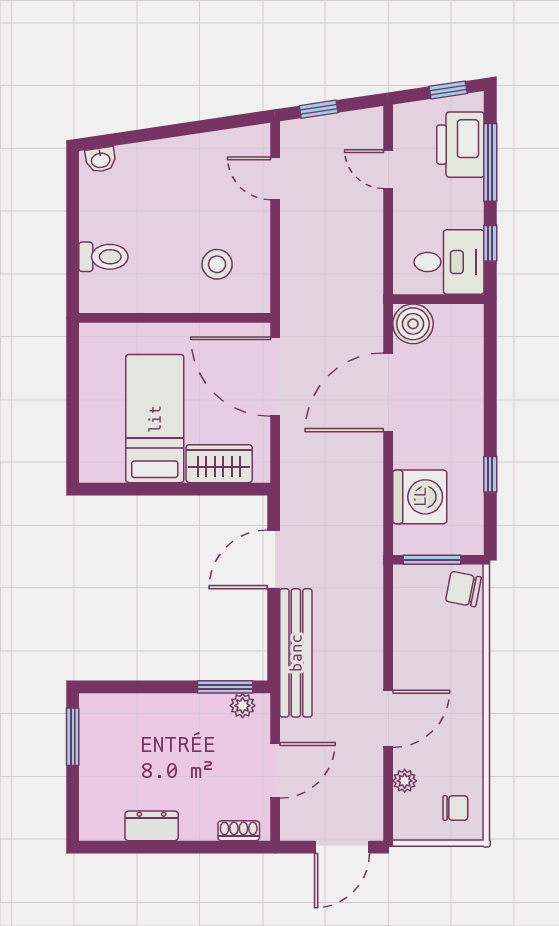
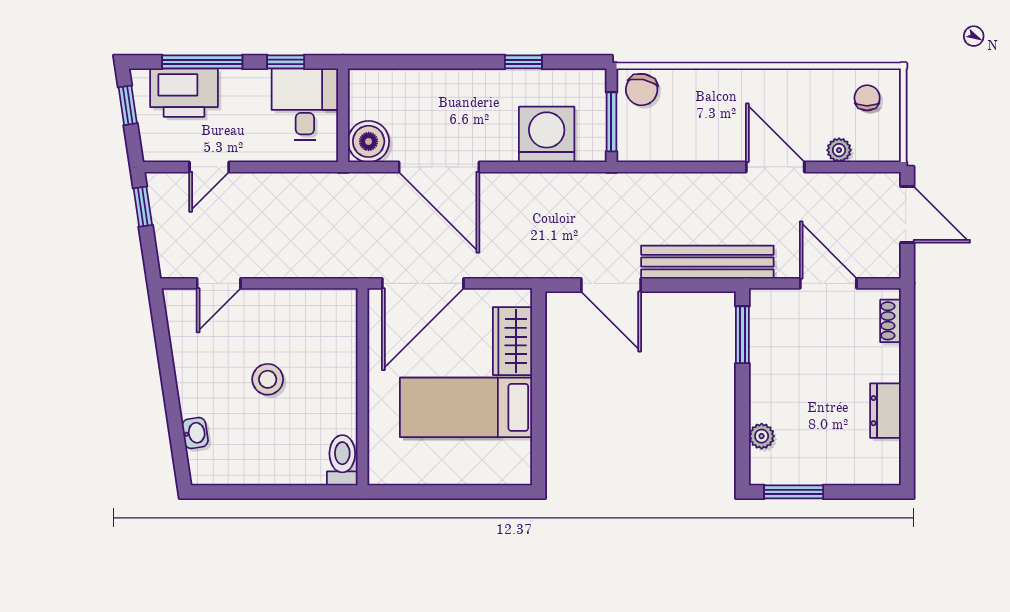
window: (319, 109) -> (143, 207), moved
washbasin: (101, 160) -> (195, 433), moved
toilet: (103, 257) -> (342, 460), moved
stool: (217, 264) -> (268, 379), moved
plant: (243, 706) -> (762, 436), moved

